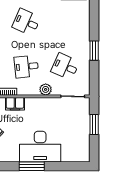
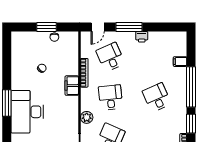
desk: (26, 22) -> (157, 97), turned -48

